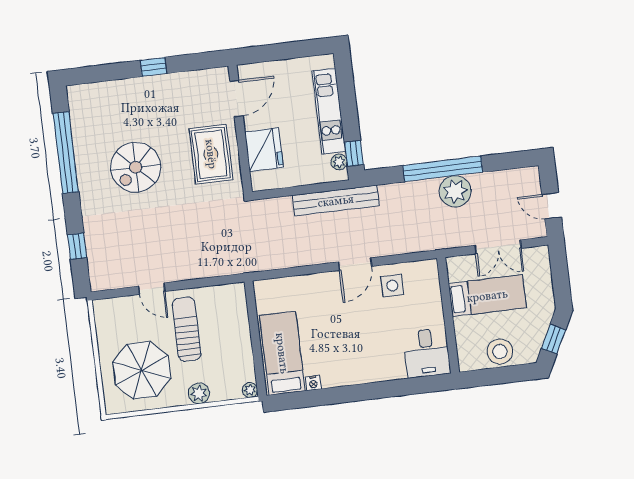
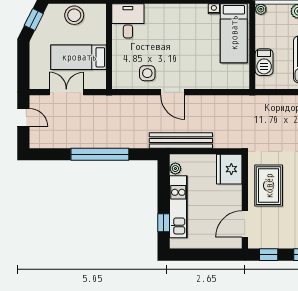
window: (199, 61) -> (269, 255), added
fridge: (264, 150) -> (229, 169), moved
window: (354, 153) -> (164, 223), moved
plant: (455, 191) -> (93, 137), removed
door: (355, 264) -> (173, 92), swing flipped
barbecue: (237, 319) -> (264, 62), added

